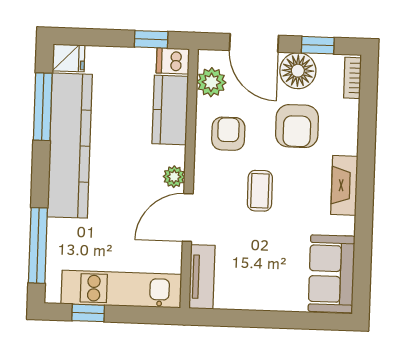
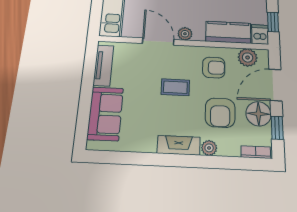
armchair: (297, 126) -> (220, 113), turned -90
plant: (347, 143) -> (209, 148), added
sofa: (332, 274) -> (105, 114), moved, turned 90
tv unit: (202, 277) -> (103, 65), moved, turned -90

